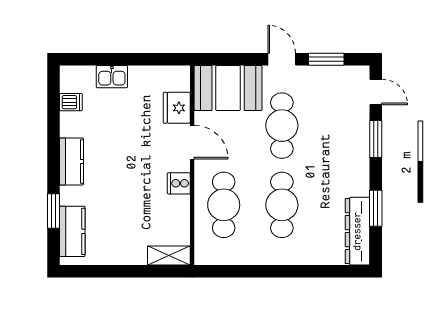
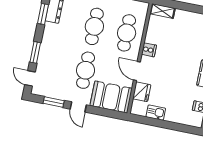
kitchen sink: (112, 77) -> (156, 113), moved

